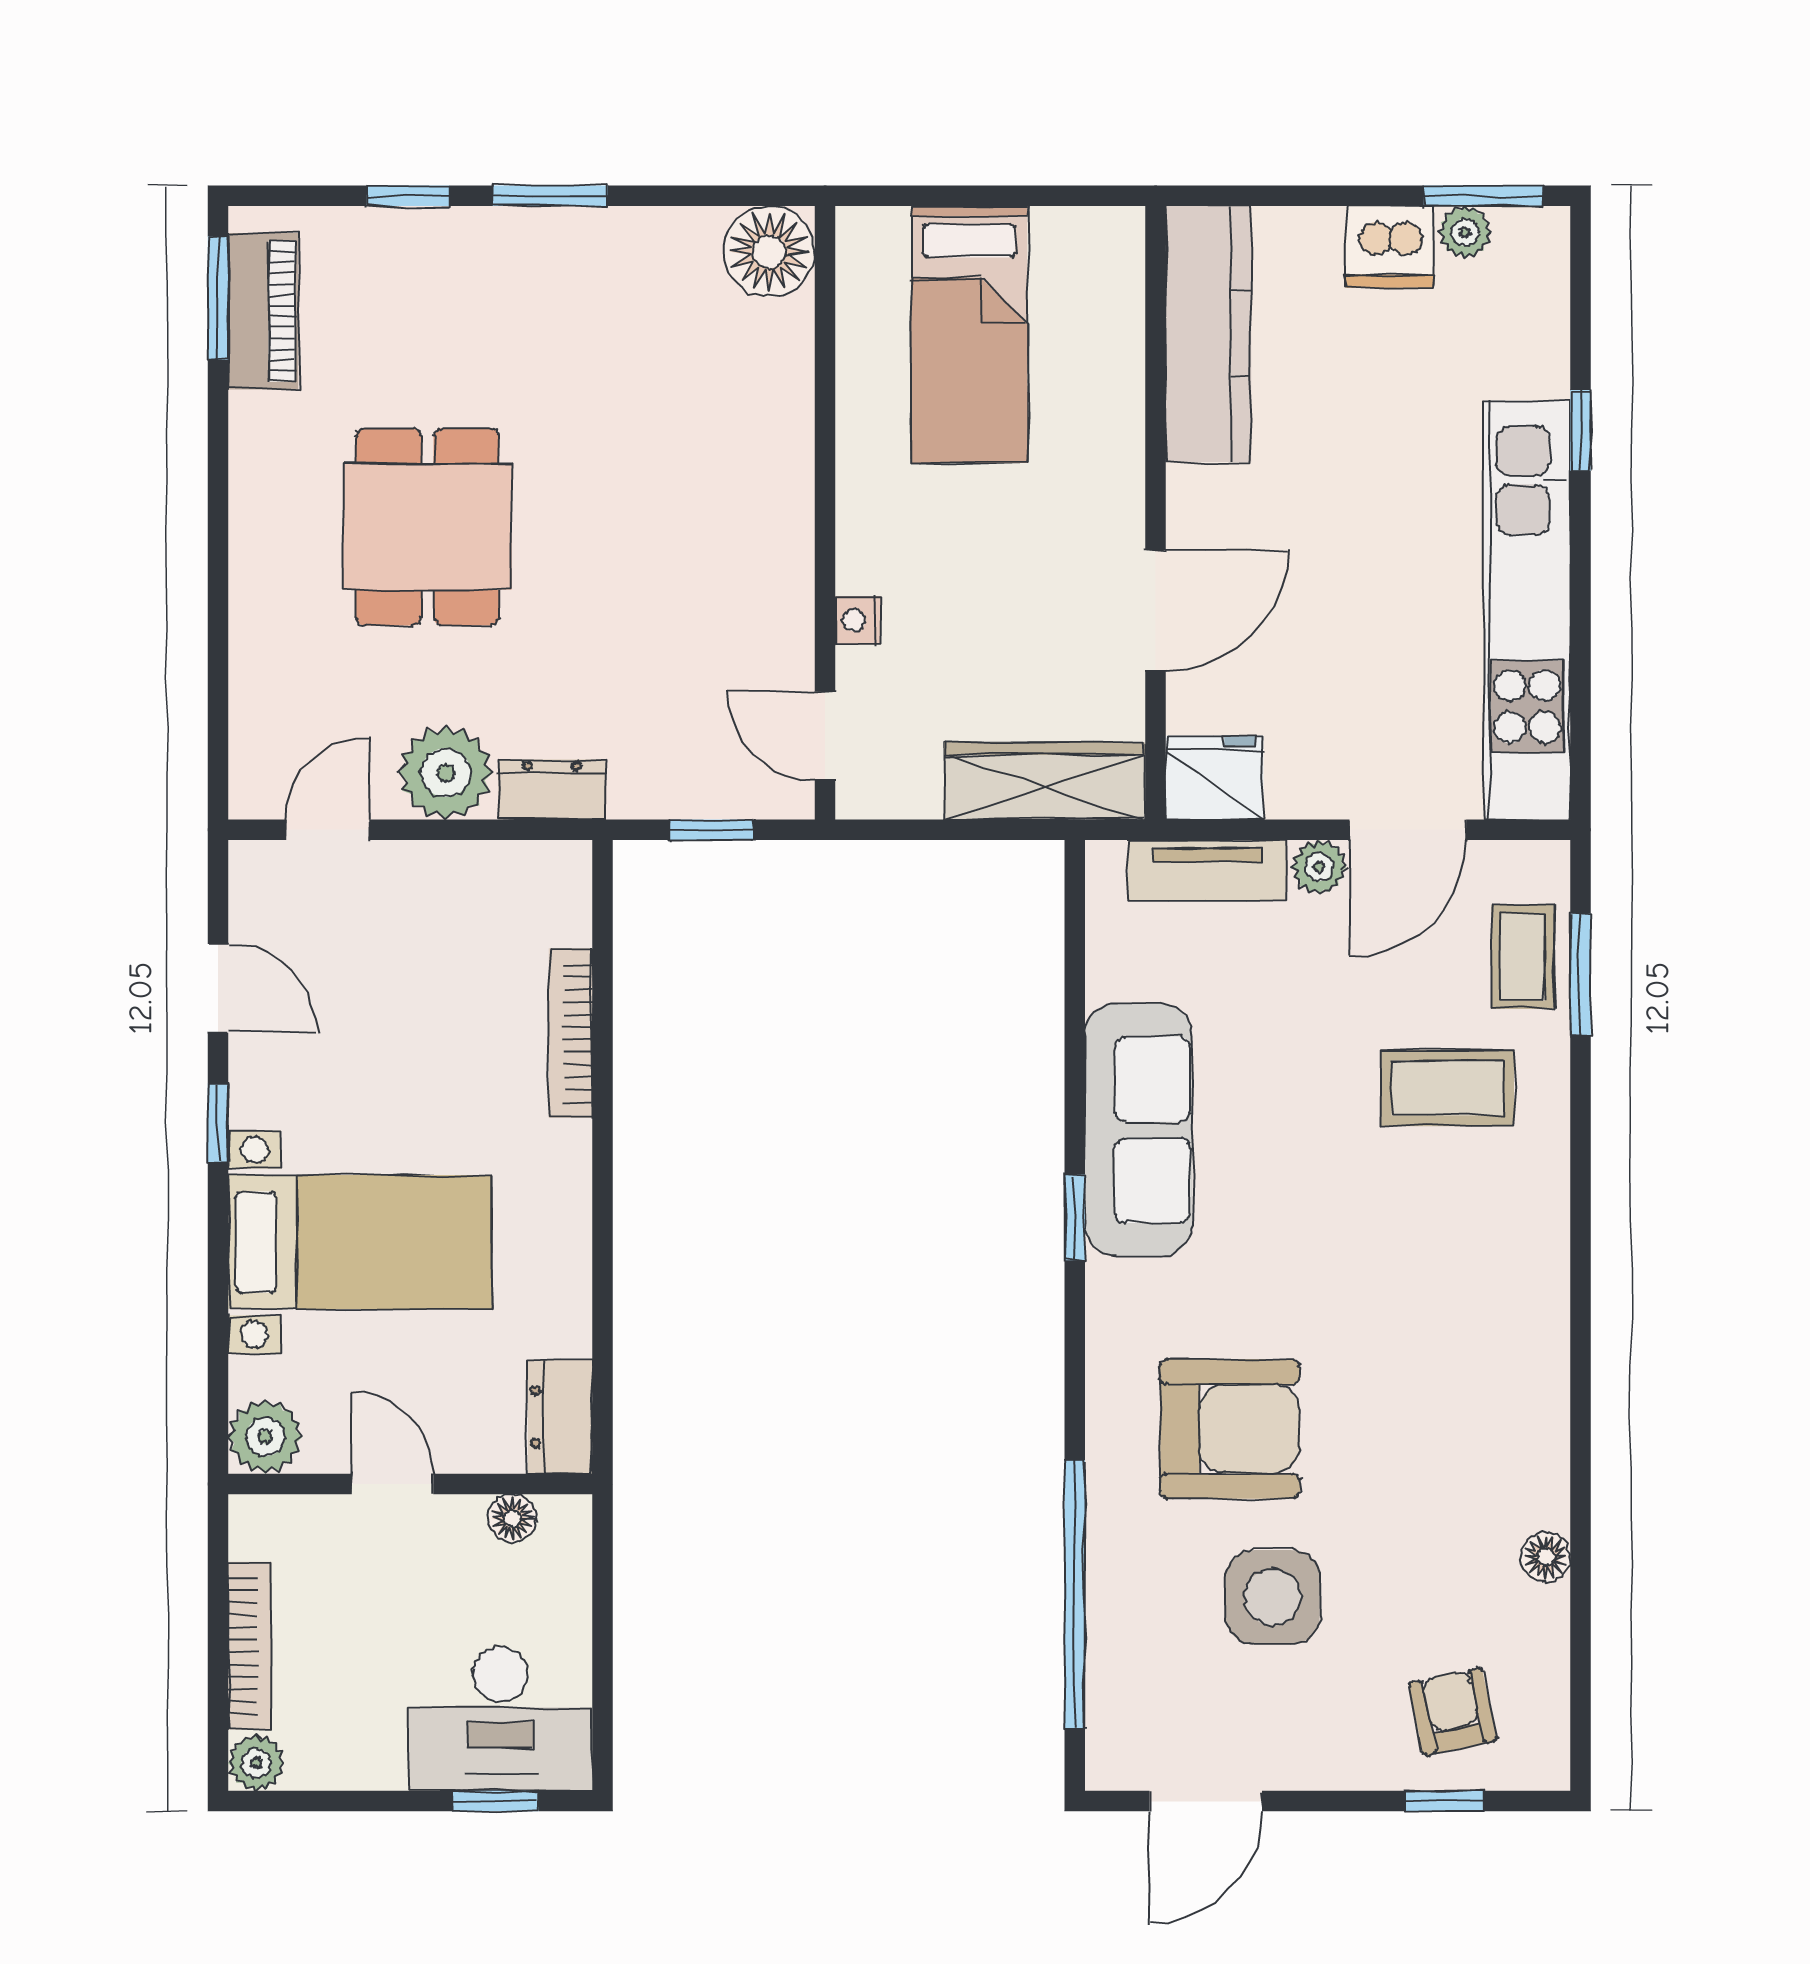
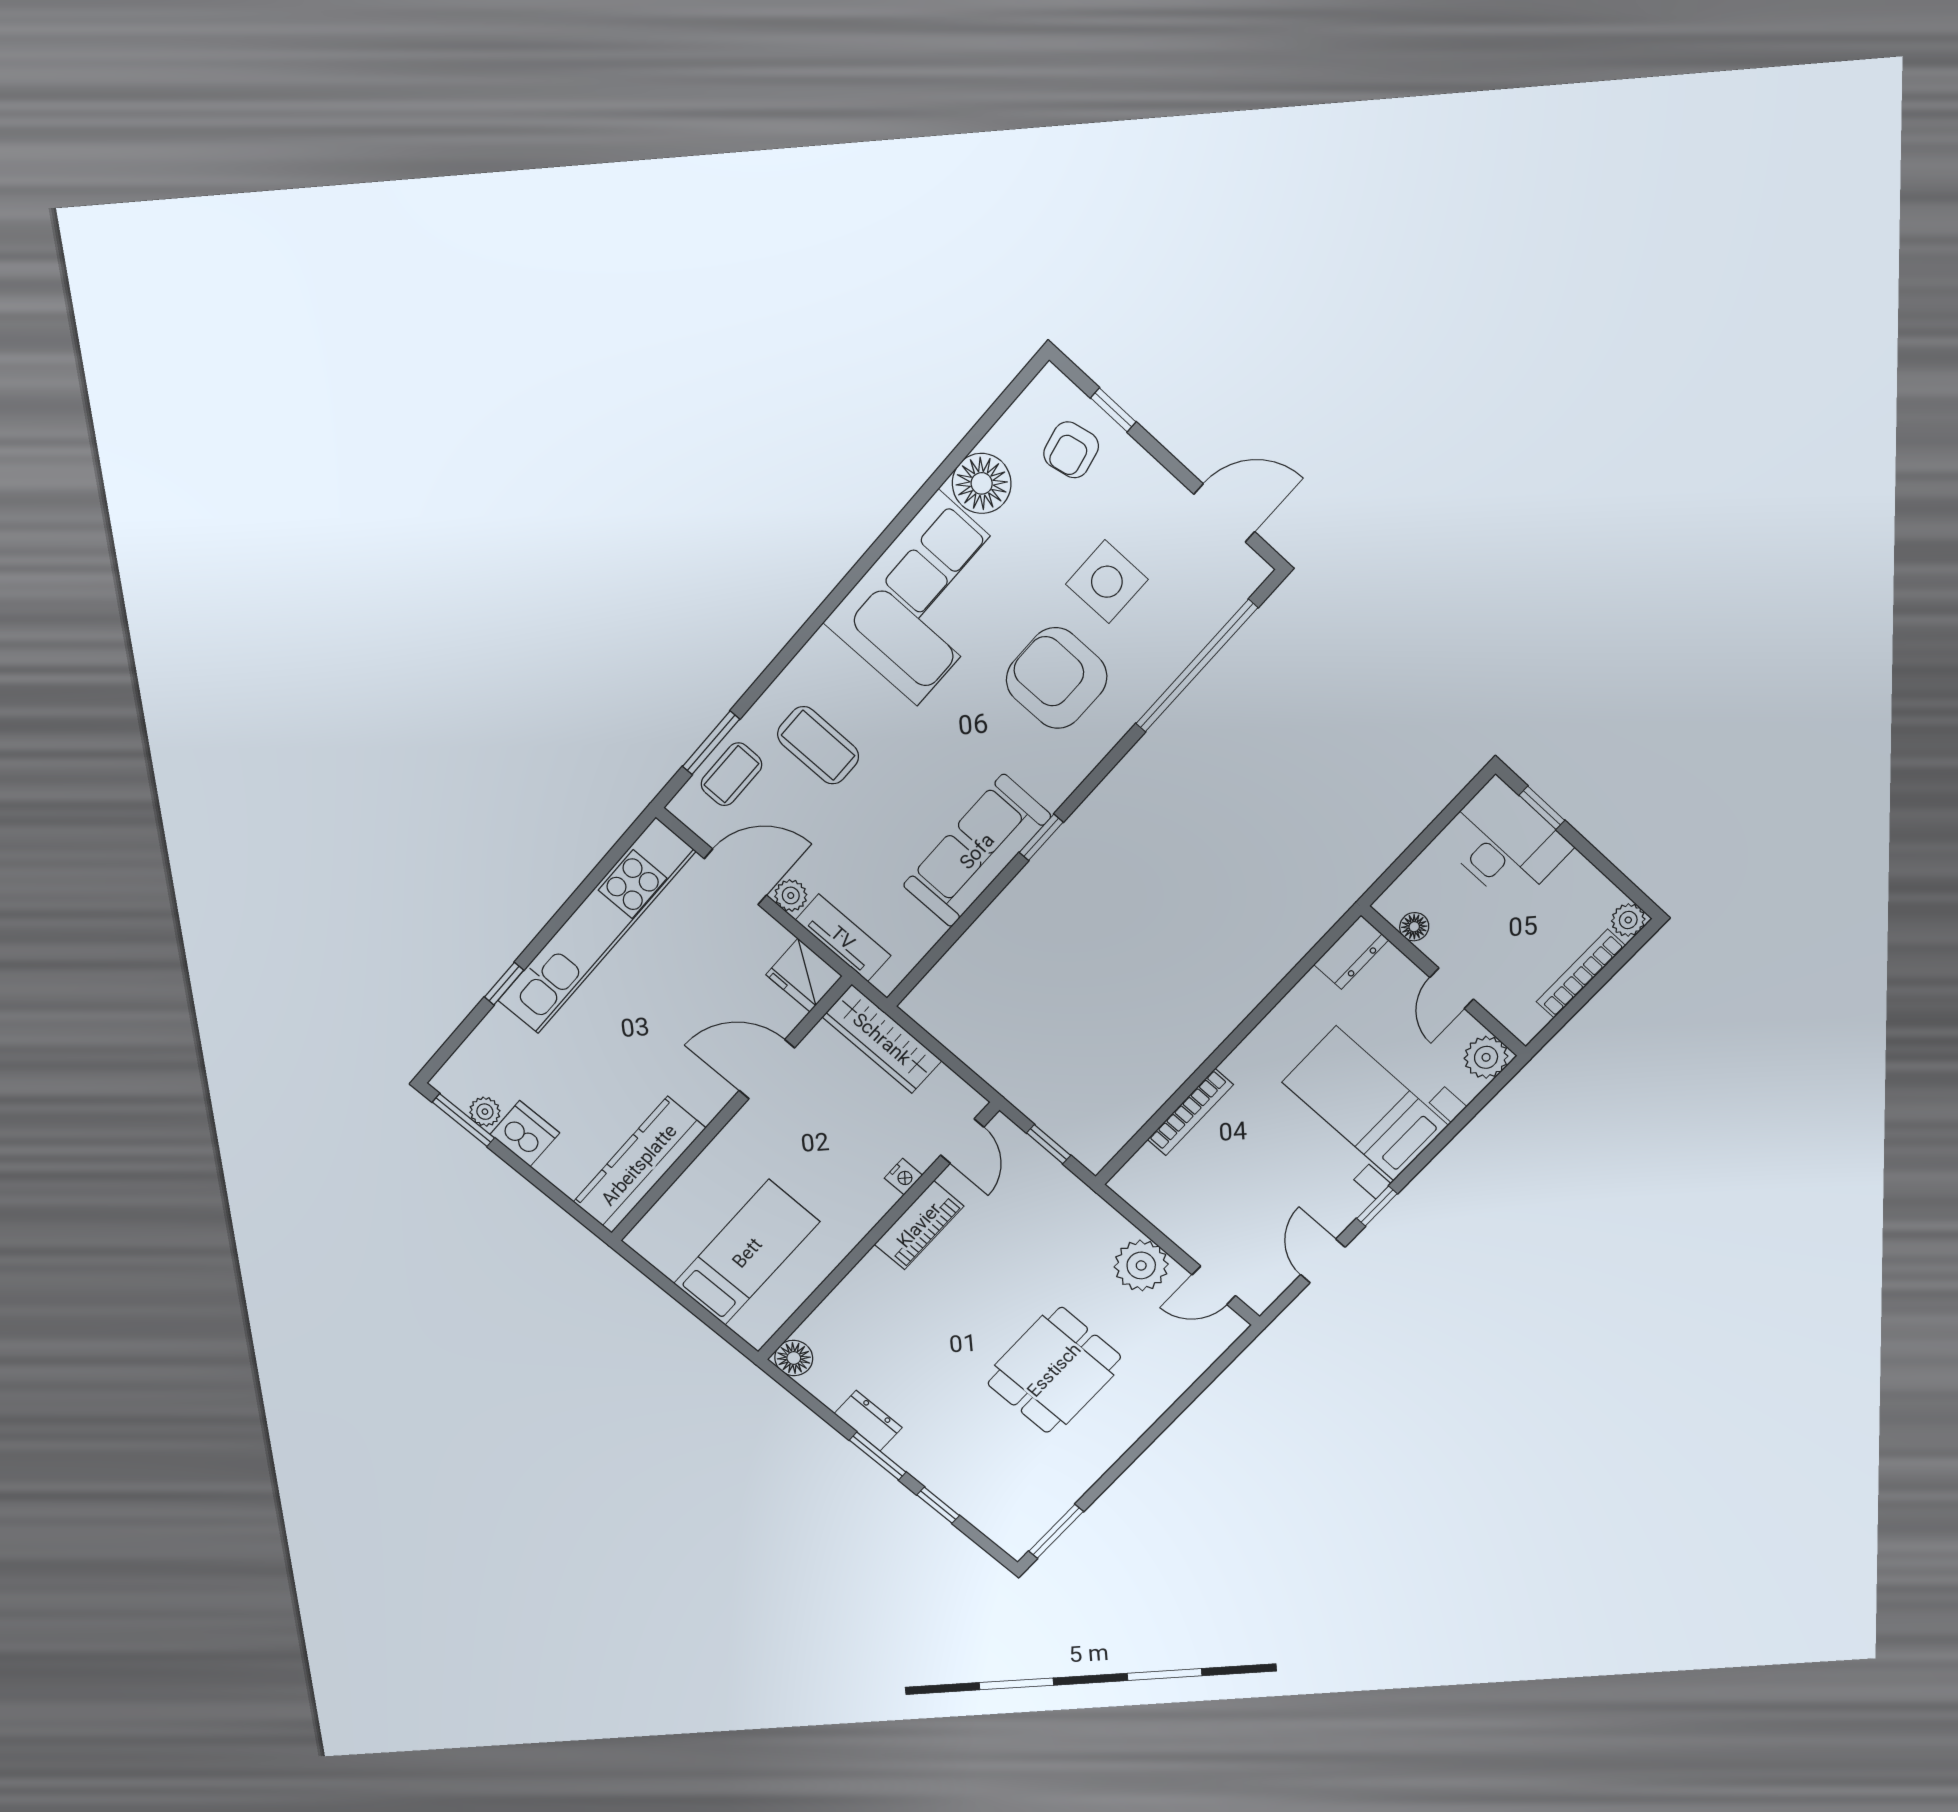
floor lamp: (769, 252) -> (794, 1358), width x0.73, depth x0.73
piano: (263, 311) -> (919, 1225), moved, turned 180
dresser: (552, 790) -> (868, 1421), moved, turned 180
corner sofa: (1470, 1385) -> (928, 599), added
floor lamp: (1546, 1557) -> (982, 483), width x1.89, depth x1.89

